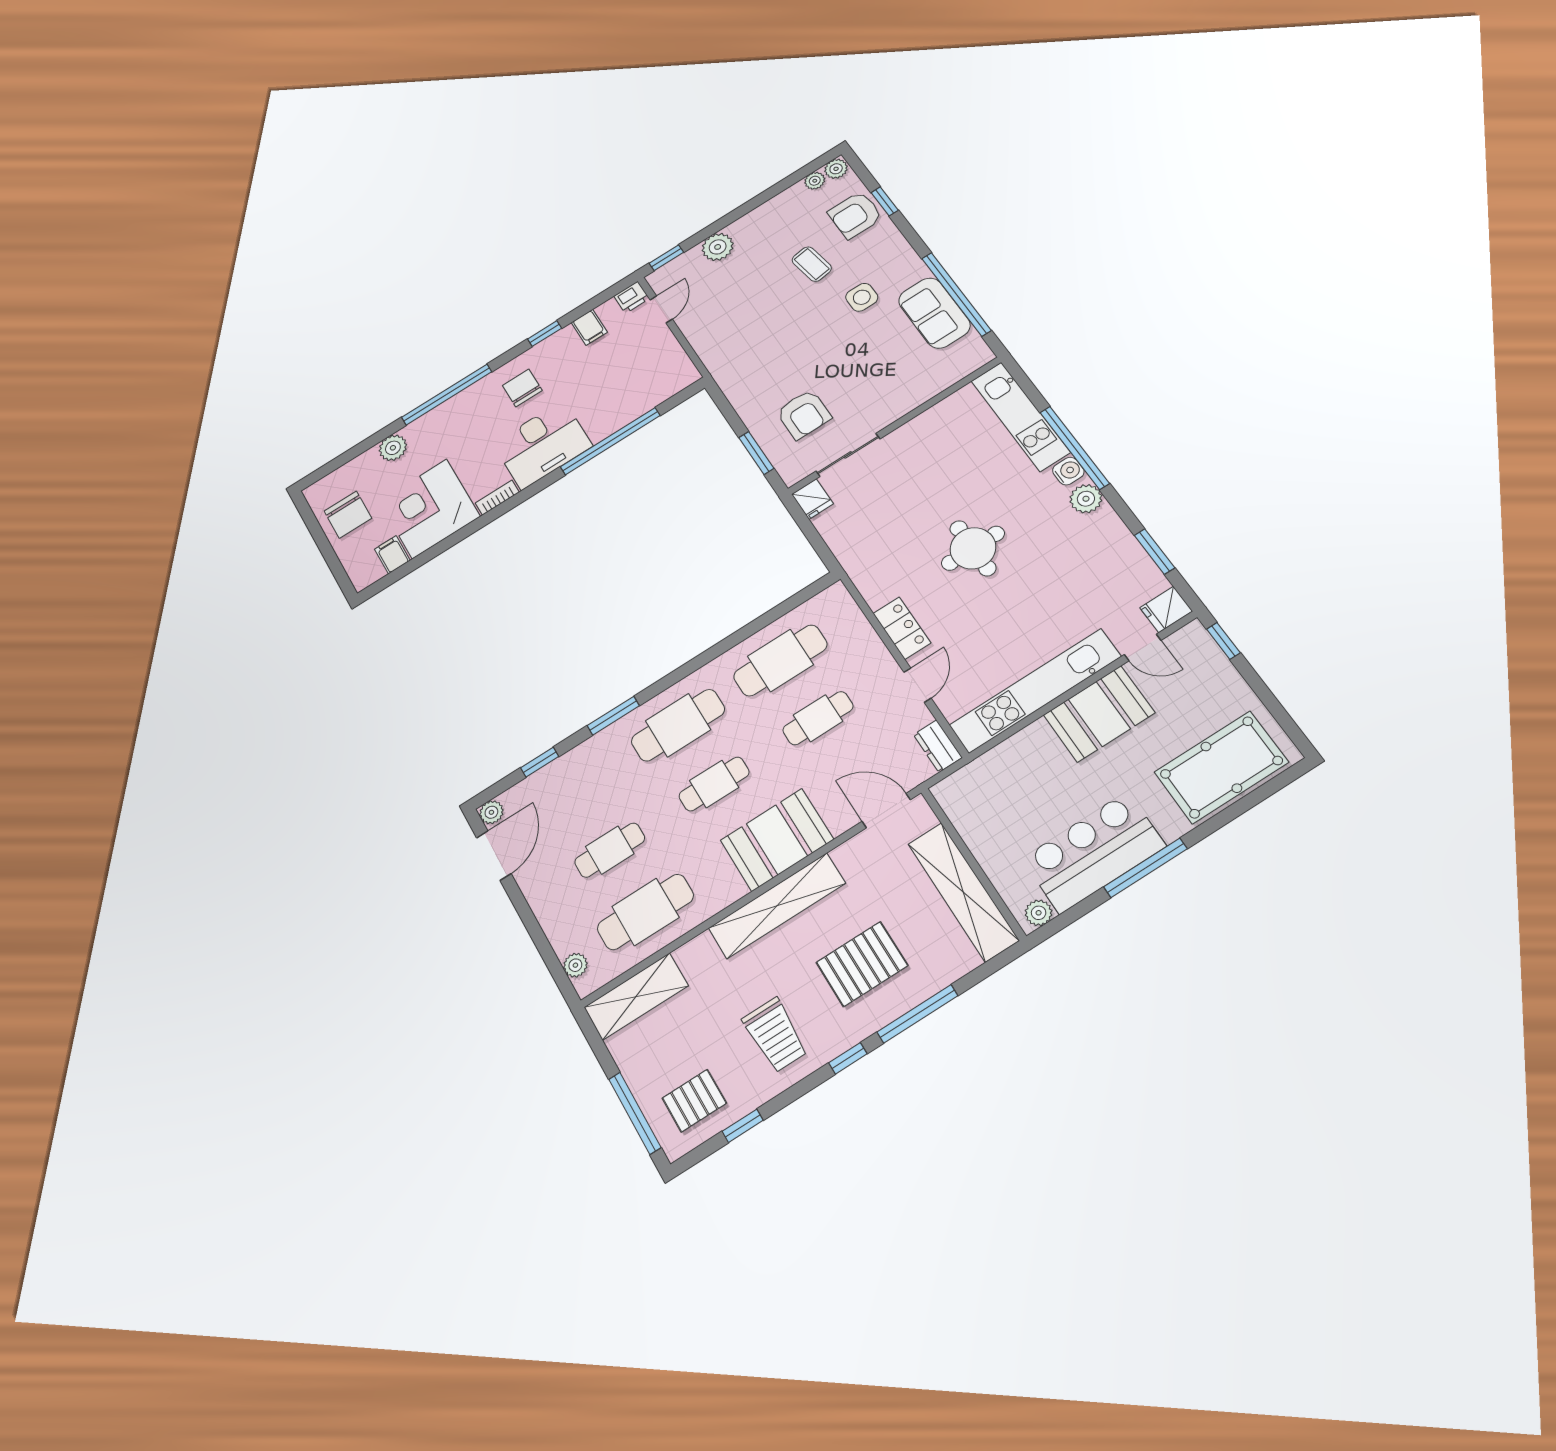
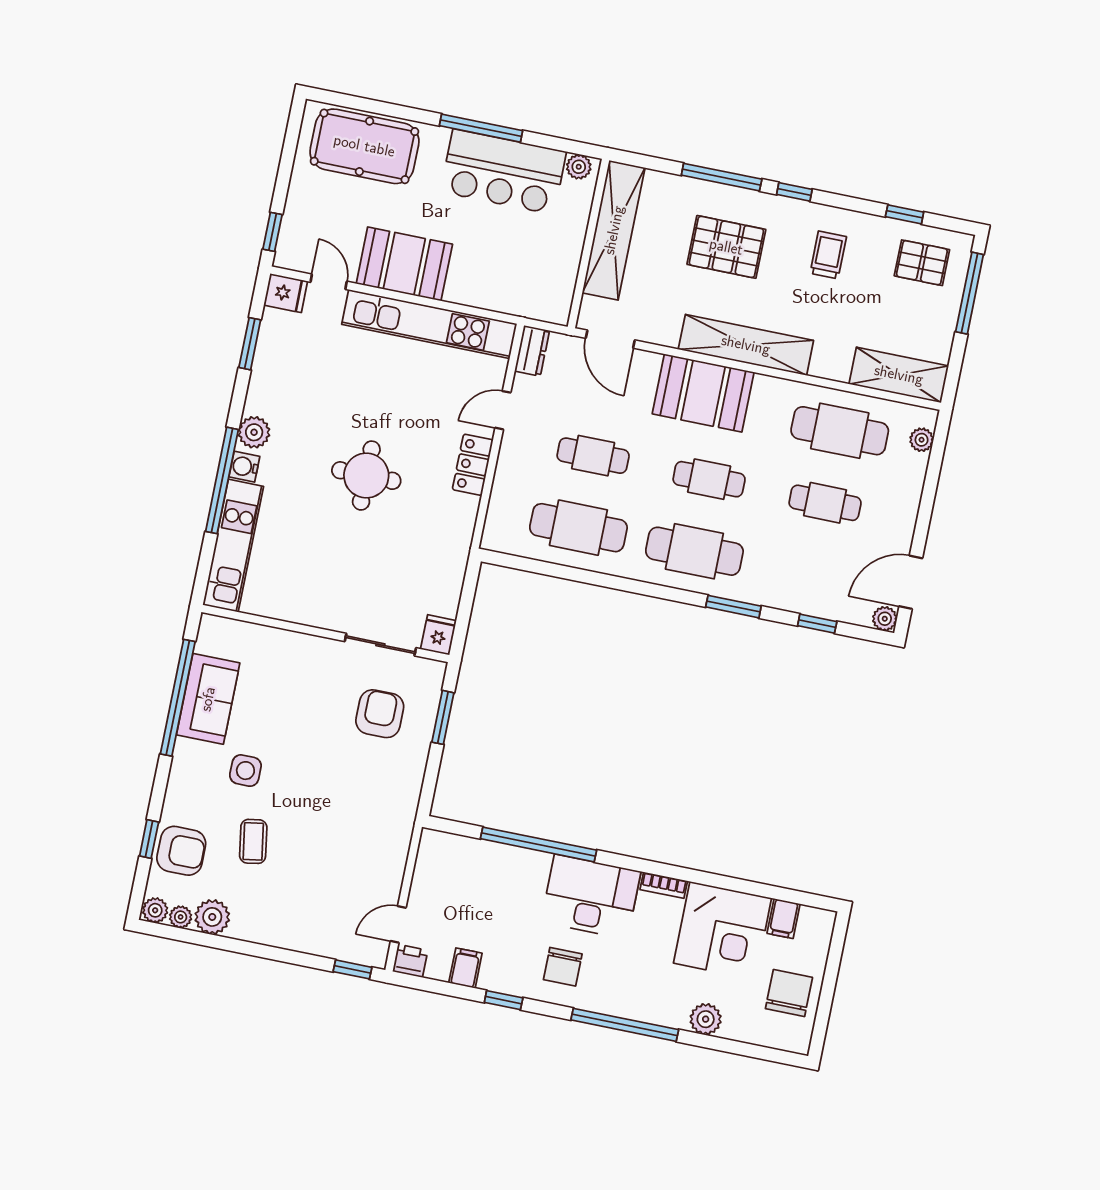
plant: (718, 247) -> (212, 917), moved
trolley: (775, 1035) -> (828, 255), width x0.73, depth x0.72

